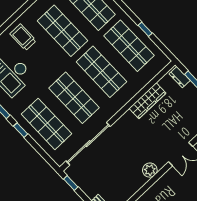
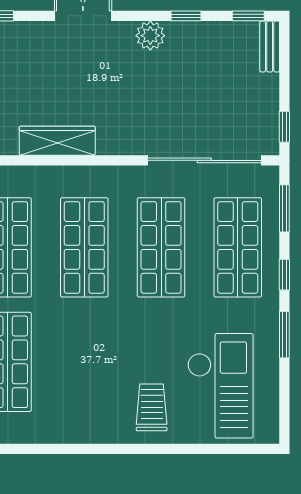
shop shelf: (63, 31) -> (84, 362), removed
trolley: (23, 37) -> (152, 407), turned 180
window: (43, 154) -> (284, 208), added
window: (144, 189) -> (186, 16), added

